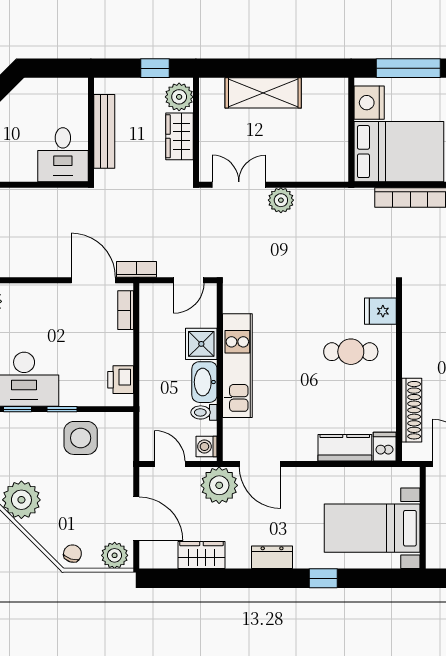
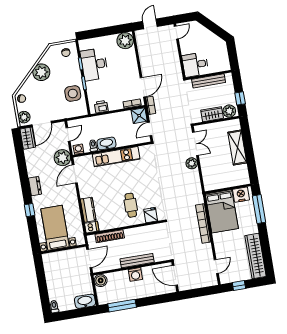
door: (189, 280) -> (150, 129), hinge flipped
shower: (201, 344) -> (139, 116), moved
wardrobe: (201, 555) -> (28, 138), moved

